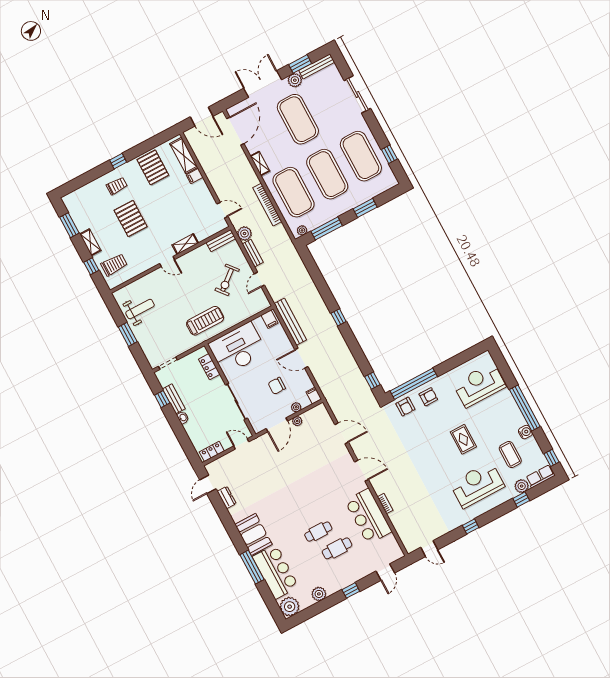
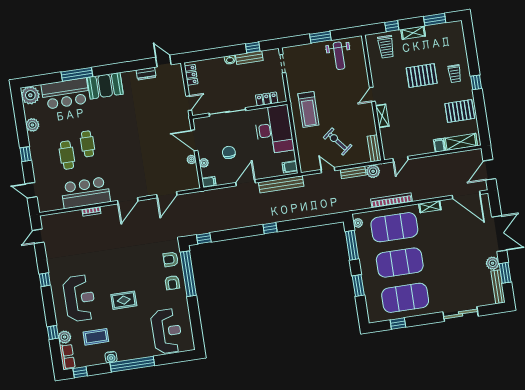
exercise mat: (298, 119) -> (457, 254), removed

